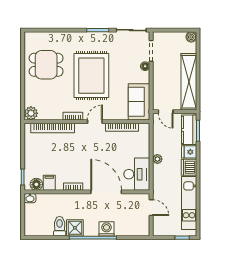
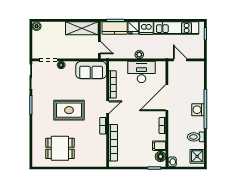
dining table: (46, 65) -> (60, 148), turned 90
rug: (91, 76) -> (69, 110), width x0.73, depth x0.69
shelving: (189, 82) -> (82, 28), width x0.68
door: (166, 112) -> (99, 48), hinge flipped
plant: (31, 113) -> (101, 161), removed
door: (95, 122) -> (108, 107), swing flipped
desk: (137, 174) -> (141, 72), moved
door: (151, 208) -> (180, 60), hinge flipped
shower: (75, 228) -> (197, 156), moved
washing machine: (107, 229) -> (198, 110), moved

